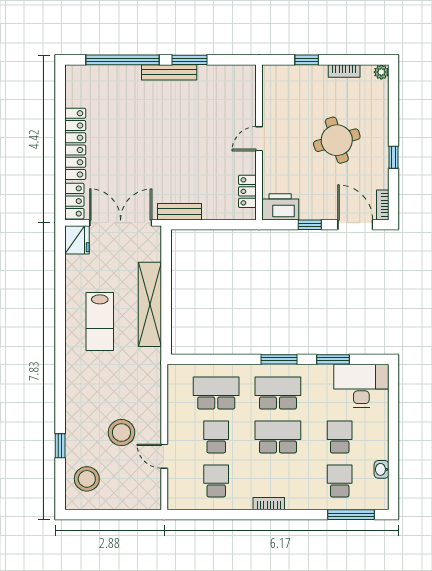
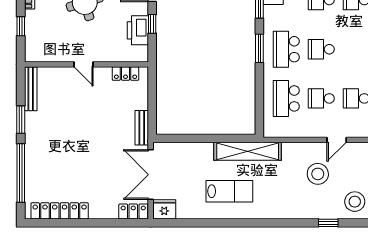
bench: (169, 72) -> (31, 89), moved
locker: (75, 144) -> (60, 211), moved
printer: (280, 207) -> (138, 30), moved
shelving: (150, 304) -> (248, 151), moved
school desk: (278, 437) -> (321, 49), width x0.54

